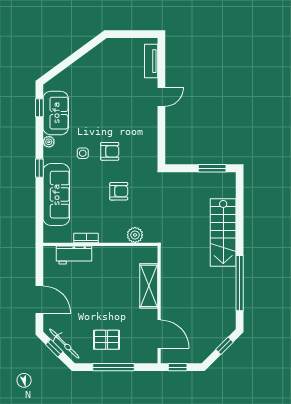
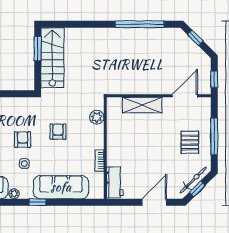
stairs: (223, 232) -> (52, 58), moved, turned -90
workbench: (74, 255) -> (115, 182), moved

